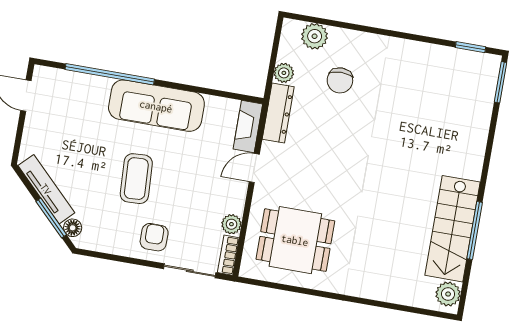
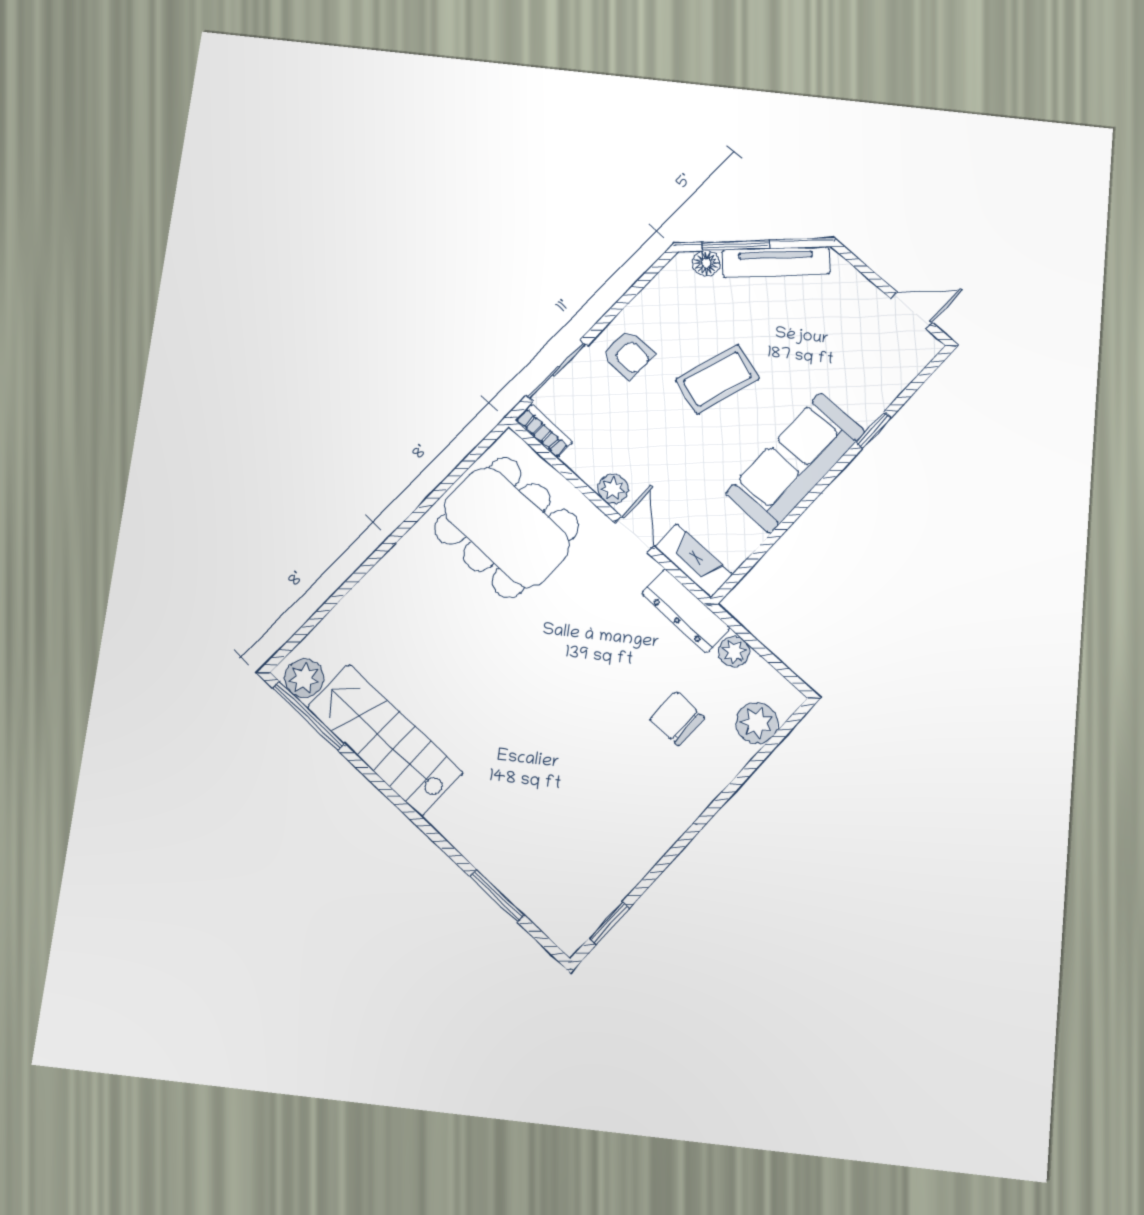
window: (110, 74) -> (873, 430), width x0.32
window: (501, 82) -> (497, 896), moved
coffee table: (136, 179) -> (718, 379), turned -70
plant: (231, 224) -> (613, 489), moved
window: (475, 230) -> (308, 716), moved
dining table: (295, 240) -> (507, 527), width x1.38

